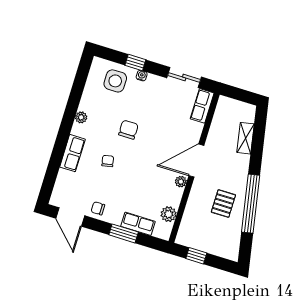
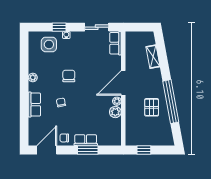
plant: (169, 214) -> (115, 112), moved
door: (70, 217) -> (47, 150), swing flipped
row of seats: (138, 224) -> (86, 140), moved

